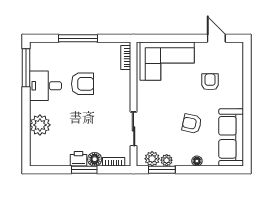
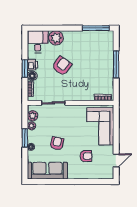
armchair: (83, 84) -> (62, 66), moved, turned -144
desk: (45, 86) -> (38, 42), moved
window: (162, 170) -> (25, 138), moved

